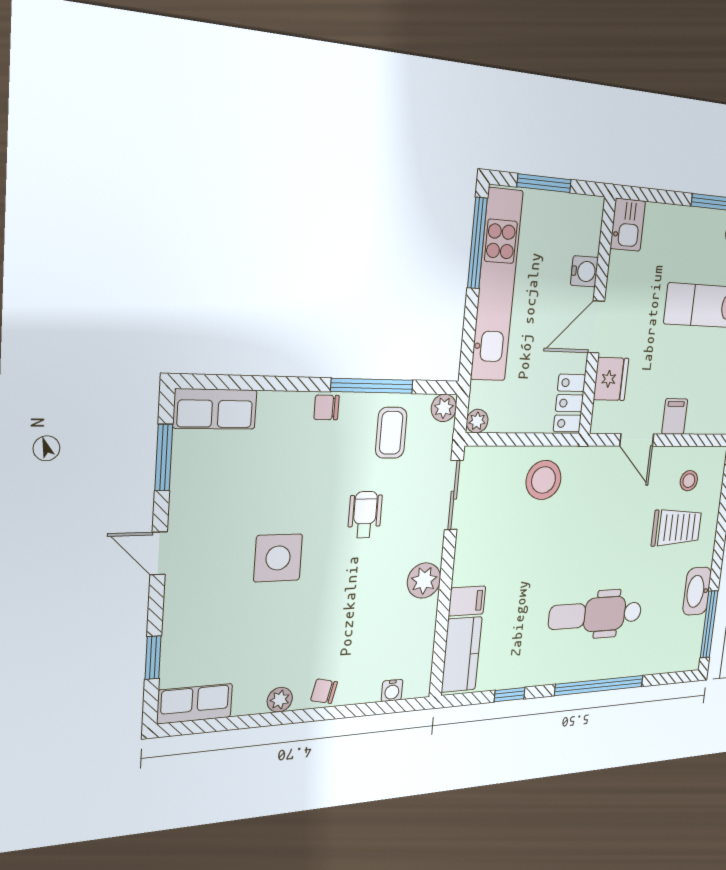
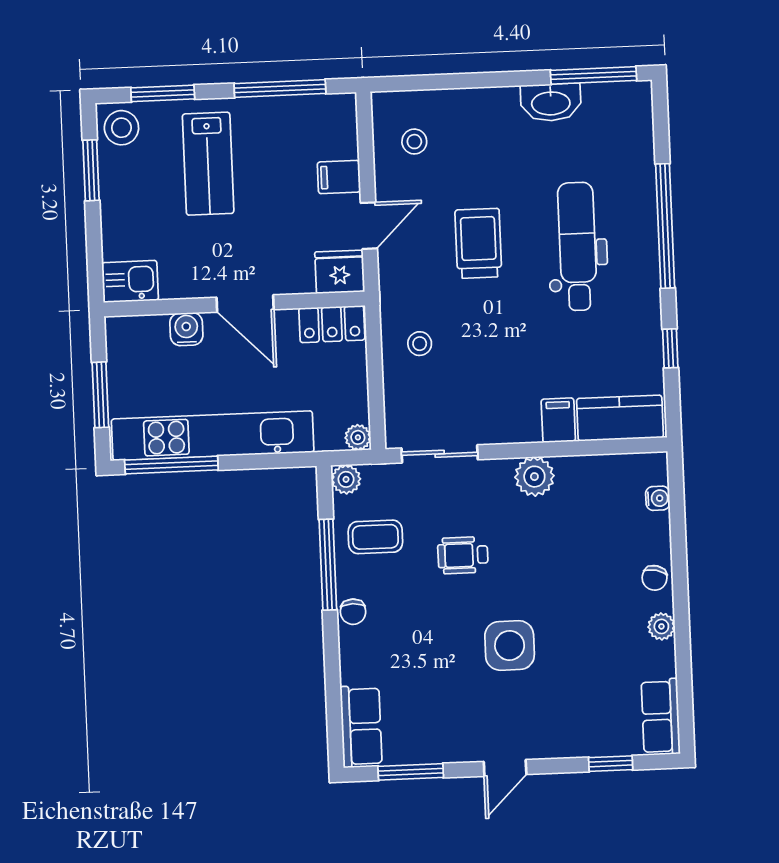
fridge: (611, 379) -> (340, 272), moved
stool: (544, 480) -> (420, 344), width x0.53, depth x0.53
trolley: (676, 527) -> (478, 243), moved
dental chair: (596, 615) -> (577, 246), turned 180

